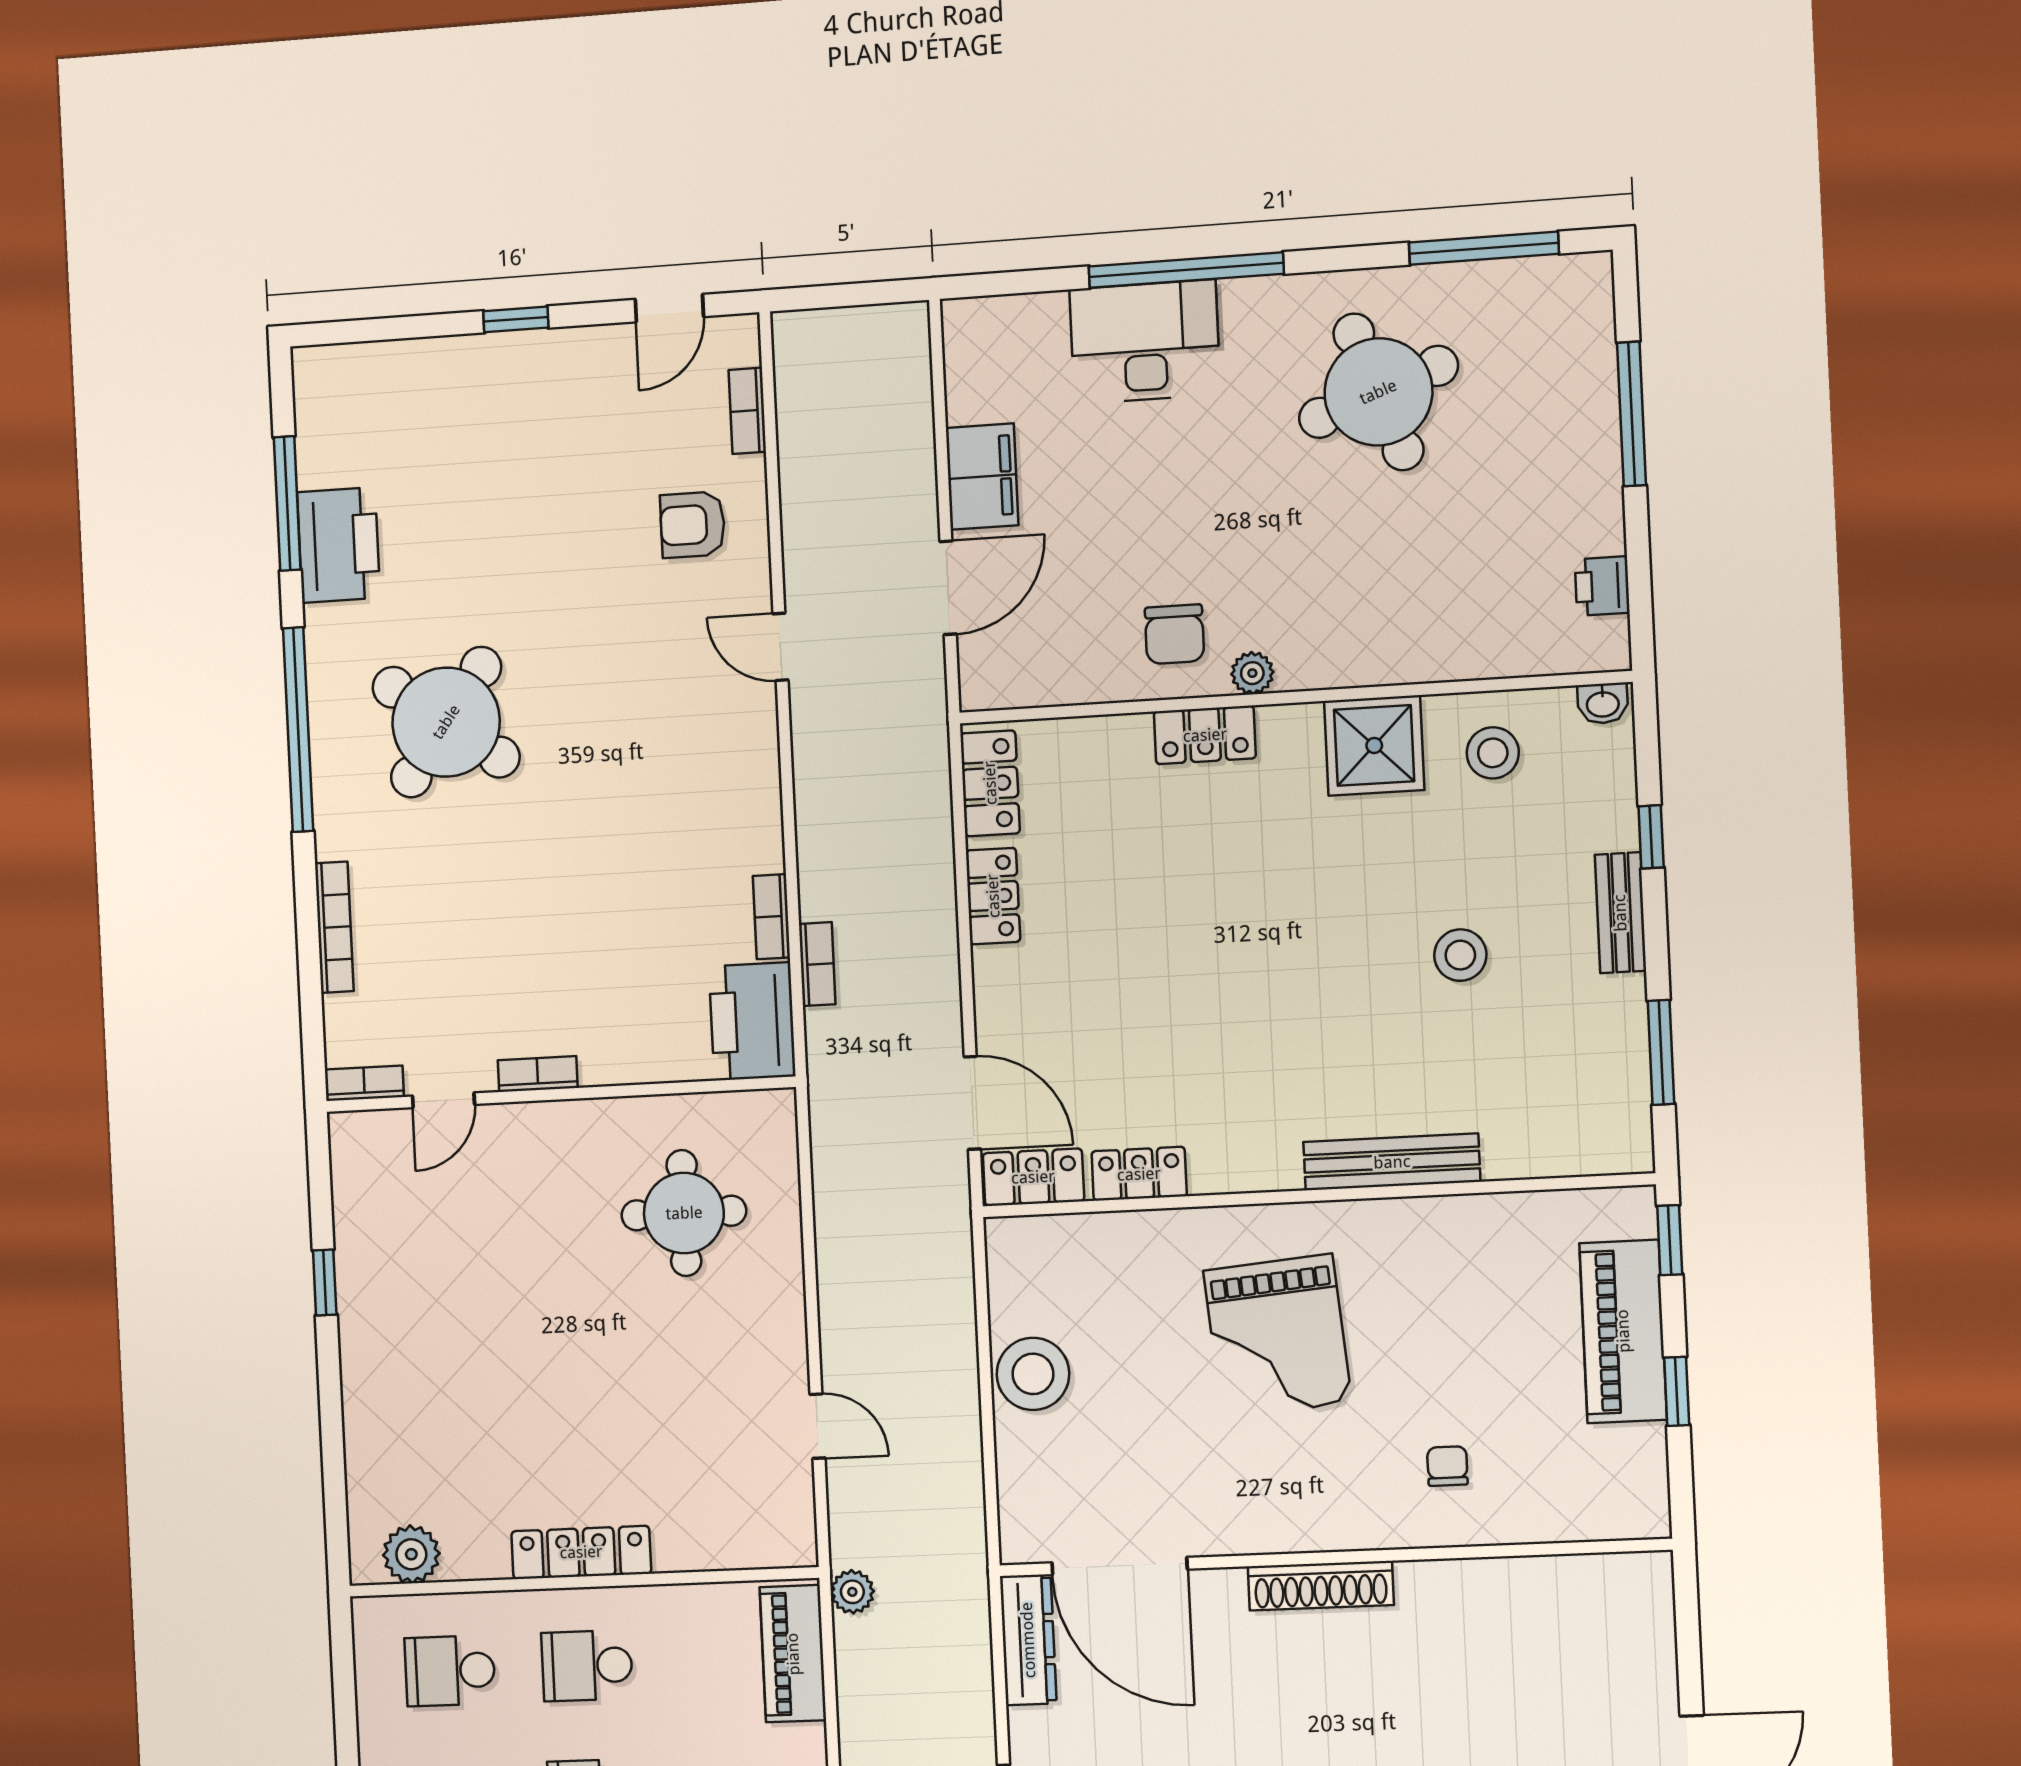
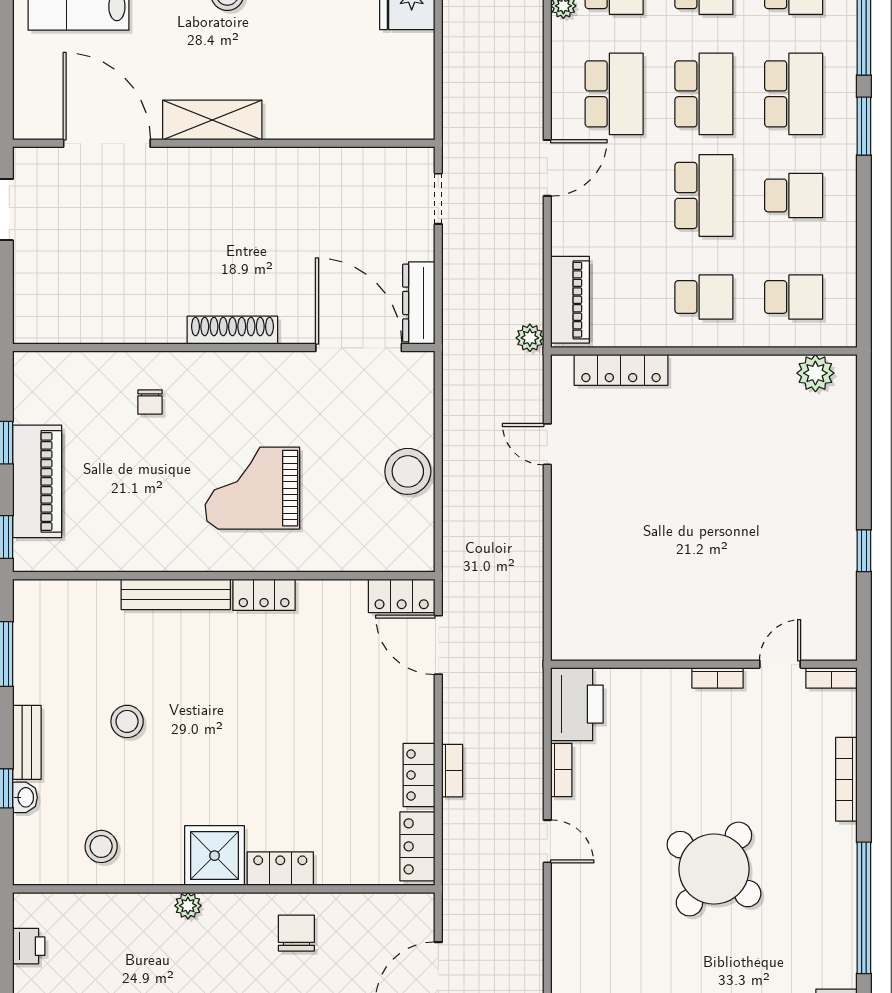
door: (781, 647) -> (547, 841), moved
plant: (1252, 673) -> (188, 906), moved
washbasin: (1603, 703) -> (25, 797), moved, turned 90
round table: (446, 722) -> (714, 869), moved
shower: (1374, 745) -> (215, 856), moved
bookcase: (817, 964) -> (452, 771), moved, turned 180
locker: (1139, 1174) -> (264, 595), moved
round table: (684, 1213) -> (627, 584), removed
grand piano: (1278, 1336) -> (252, 488), turned -85
locker: (581, 1552) -> (621, 370), moved

